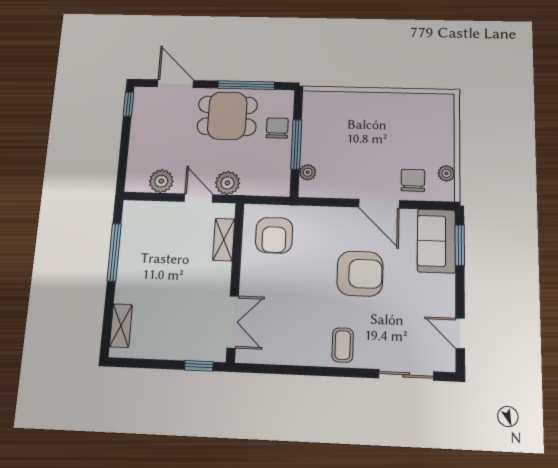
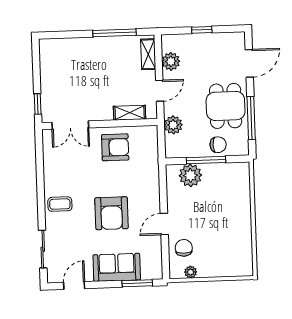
window: (128, 104) -> (202, 30), moved
plant: (308, 172) -> (190, 175), width x1.88, depth x1.88
chair: (413, 180) -> (184, 248), turned -90
plant: (228, 183) -> (173, 125), moved
door: (379, 204) -> (164, 224), width x0.73
armchair: (274, 235) -> (115, 147), moved, turned 180
sofa: (436, 241) -> (117, 267), moved
shelving: (121, 326) -> (148, 54), moved, turned 90

